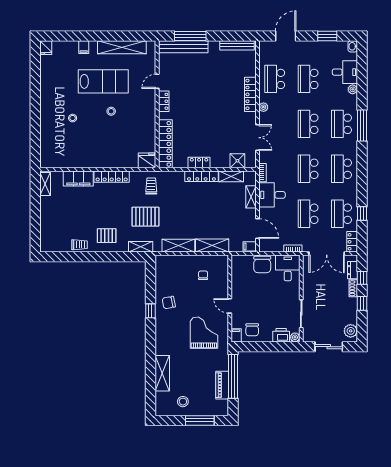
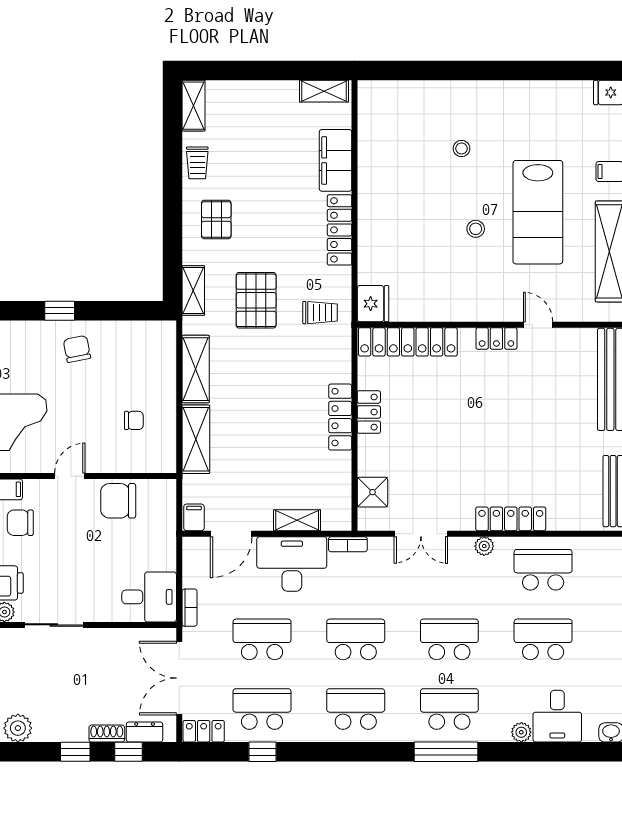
shelving: (231, 176) -> (193, 106), moved
desk: (272, 195) -> (292, 564), width x1.37
chair: (262, 264) -> (118, 501), moved

